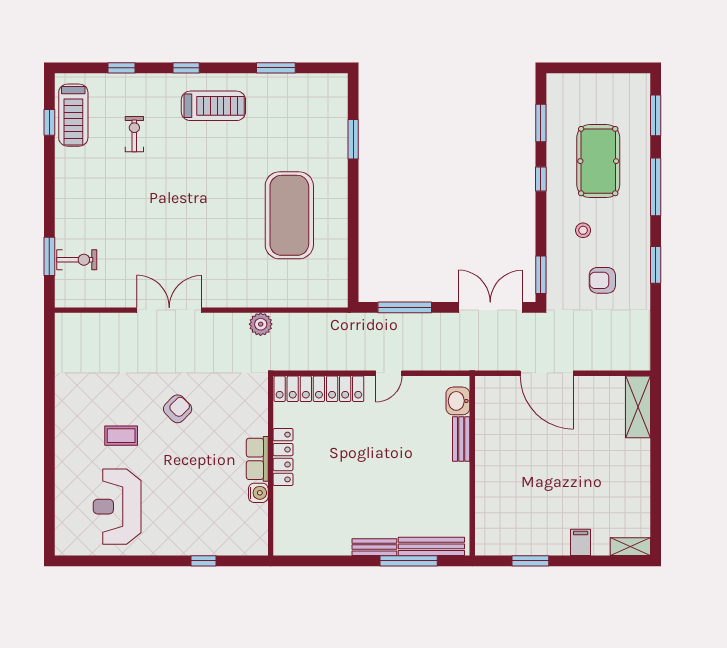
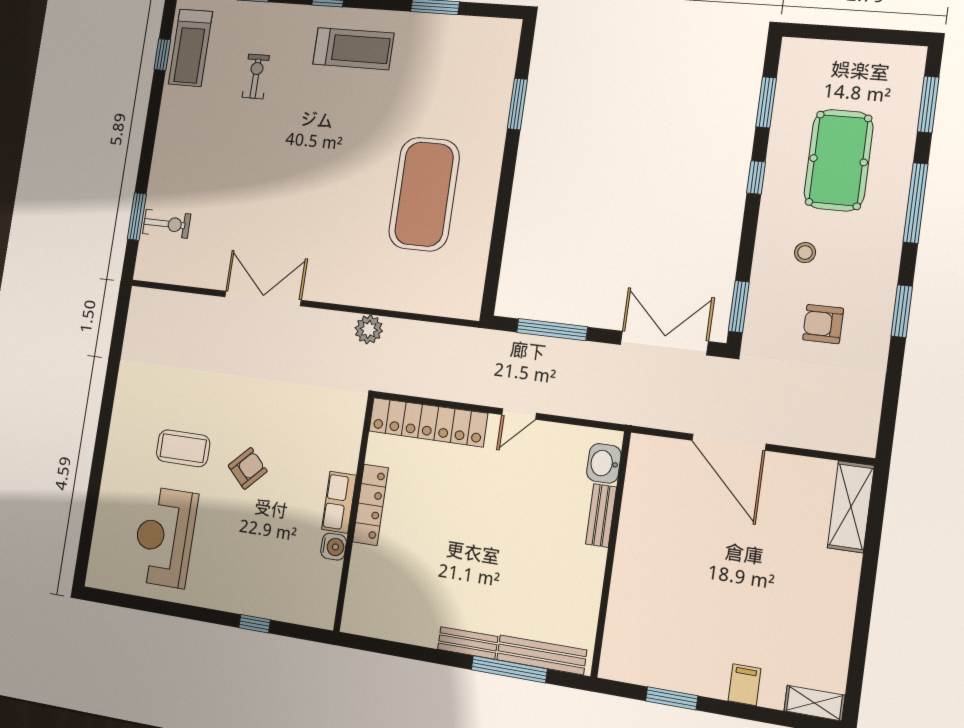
armchair: (178, 409) -> (248, 468), moved
coffee table: (121, 436) -> (183, 448), width x1.36, depth x1.30

